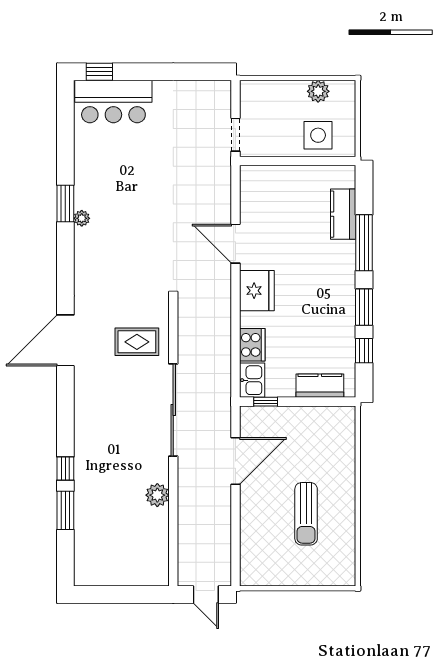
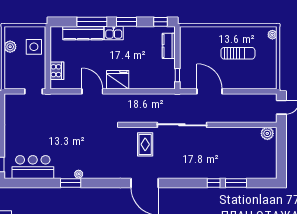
bar counter: (113, 101) -> (33, 167), moved, turned -90
kitchen counter: (343, 214) -> (83, 33), width x1.50
door: (235, 244) -> (92, 91), swing flipped
cooker: (252, 345) -> (57, 71), moved, turned 90
window: (364, 351) -> (161, 22), moved
kitchen sink: (252, 380) -> (114, 33), moved, turned 180
plant: (157, 495) -> (267, 133), moved
plant: (340, 578) -> (272, 35), added

